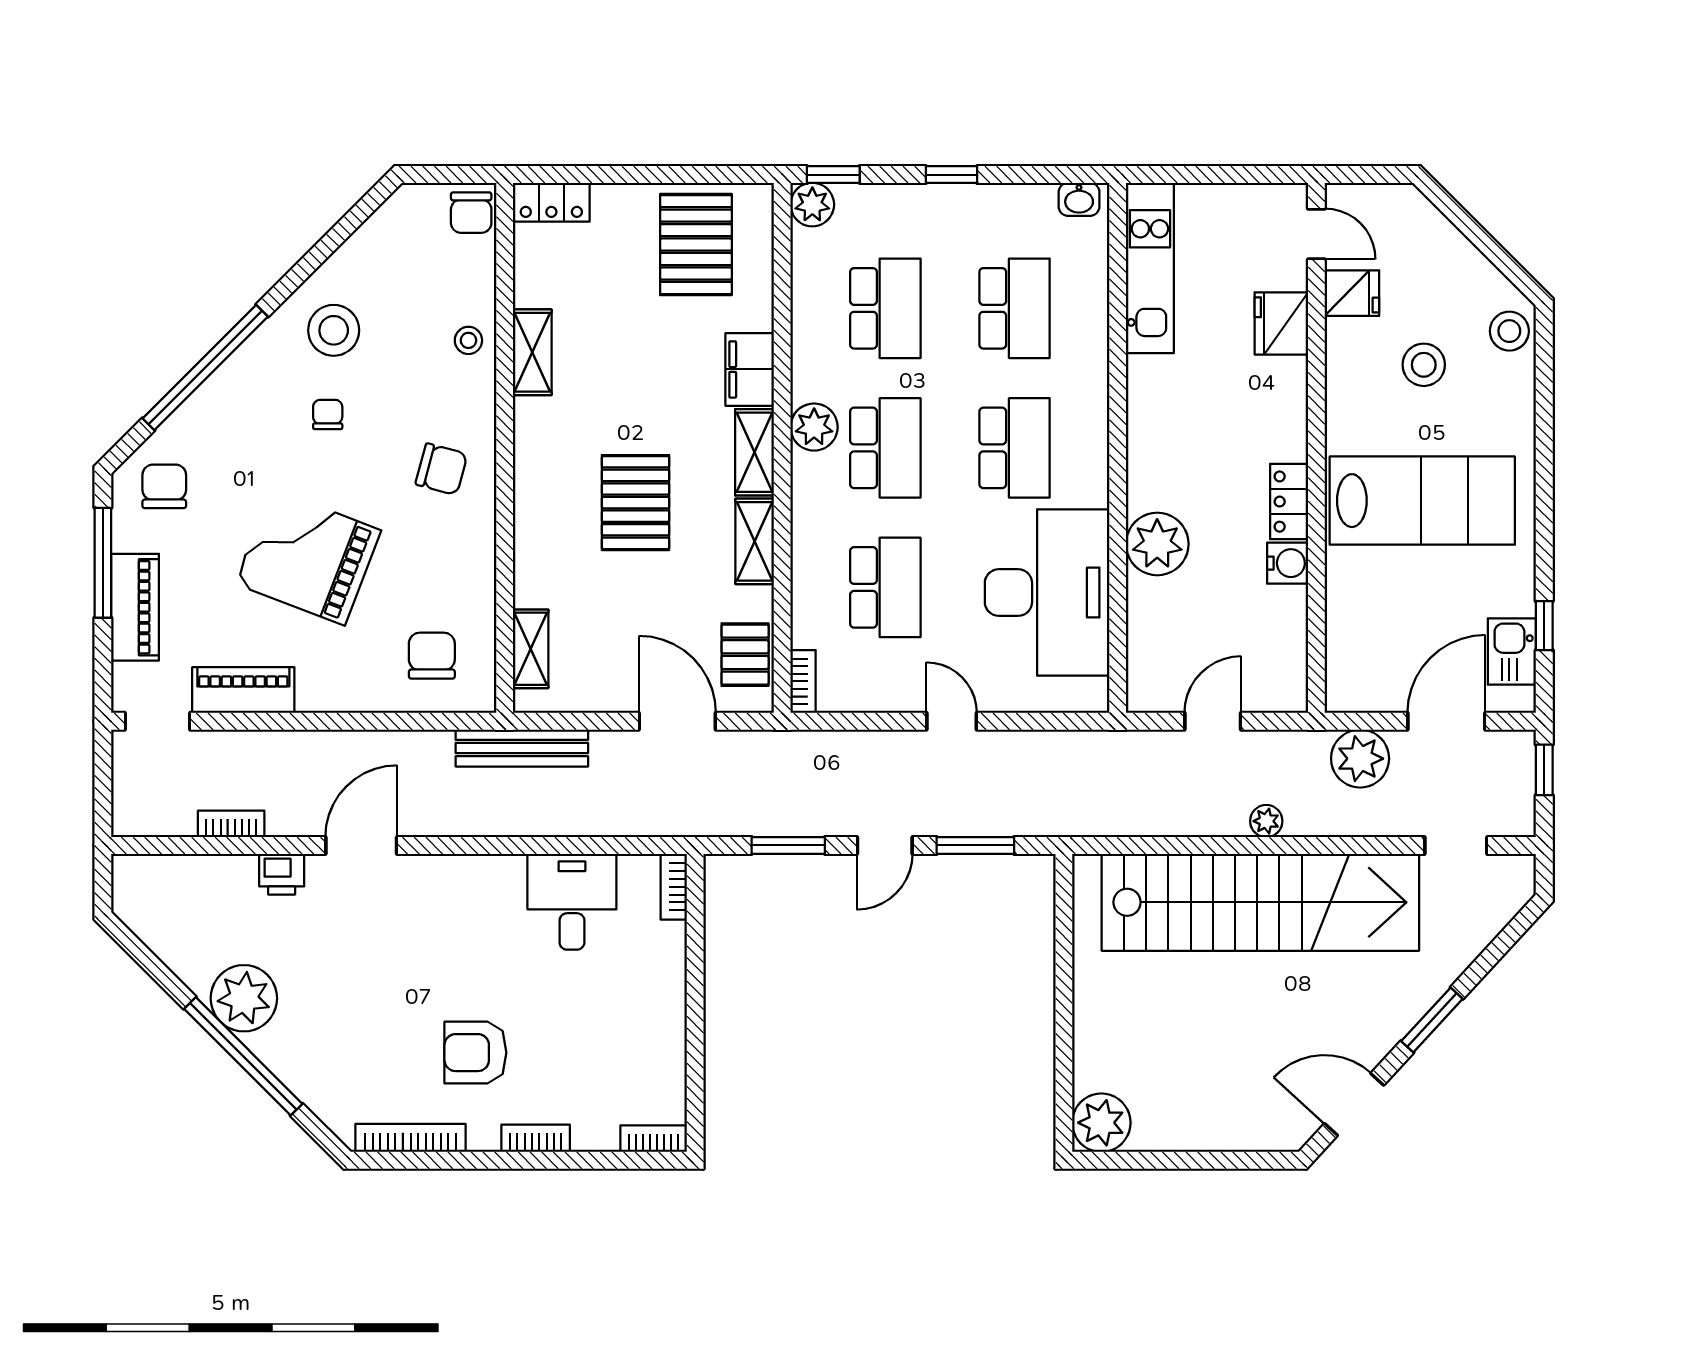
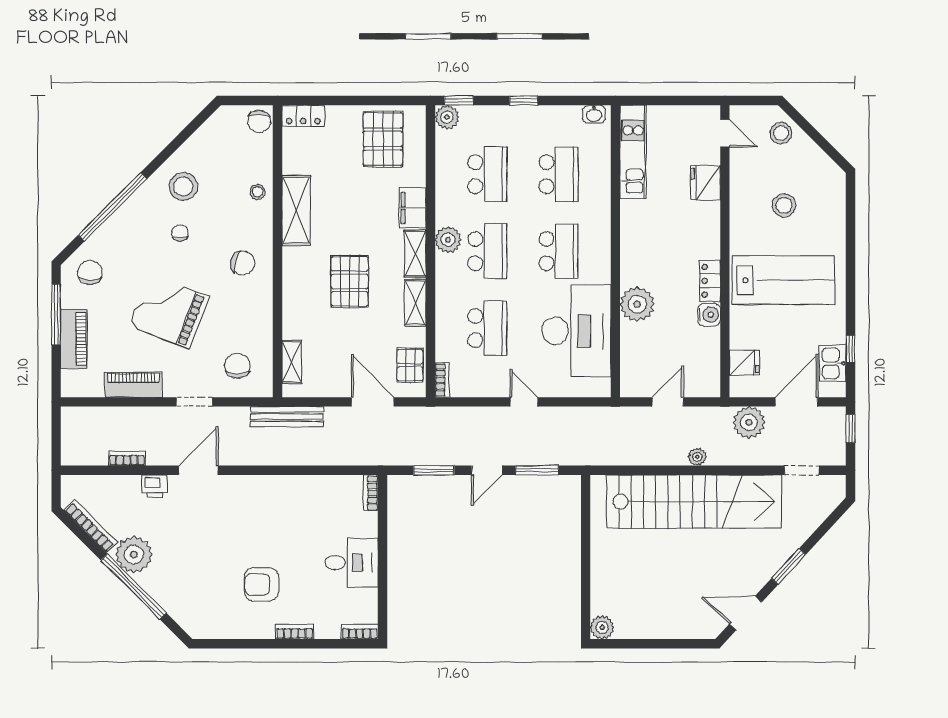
fridge: (1352, 293) -> (744, 363), moved
stool: (1509, 331) -> (781, 133), moved
shelving: (532, 352) -> (296, 210), width x1.50, depth x1.33
doorway: (158, 721) -> (194, 402), moved
desk: (572, 902) -> (352, 563), moved, turned 90
plant: (1101, 1123) -> (602, 627), width x0.73, depth x0.73
bookcase: (411, 1138) -> (91, 526), moved, turned 45

